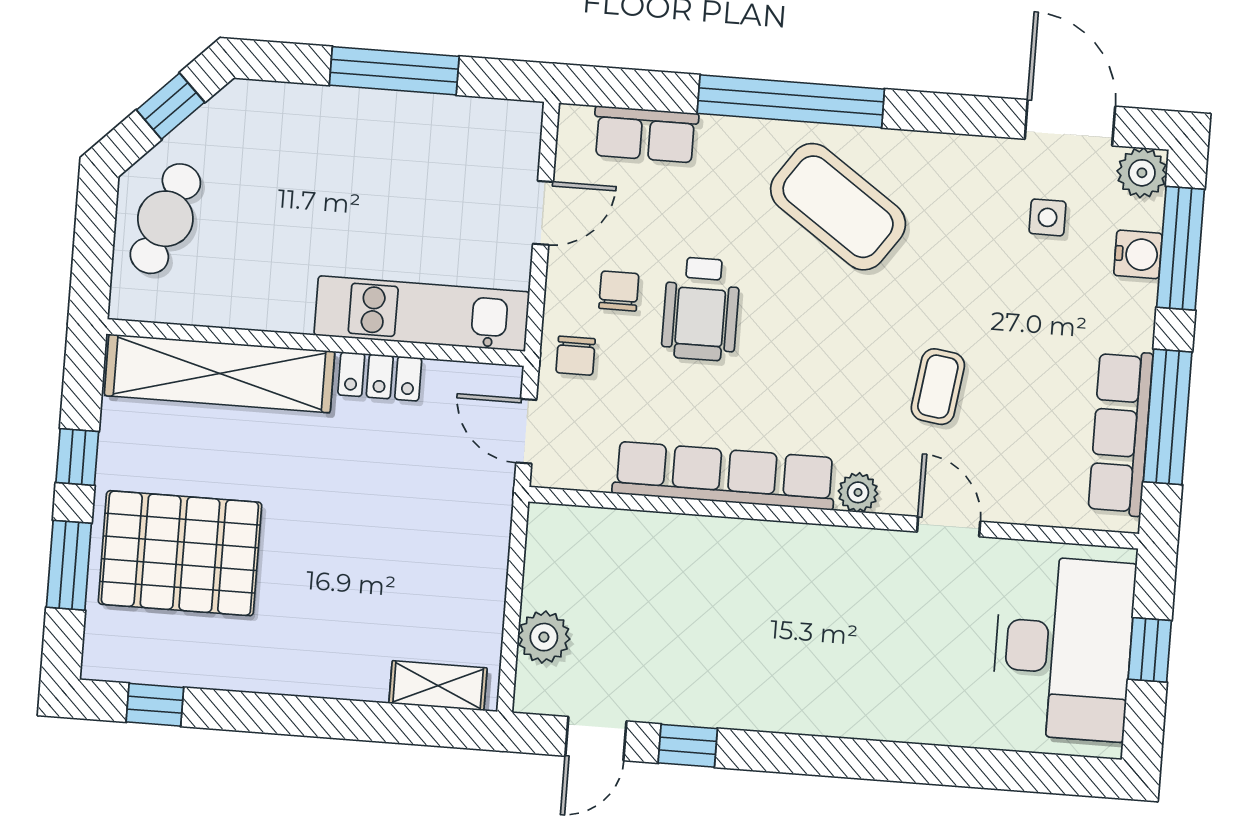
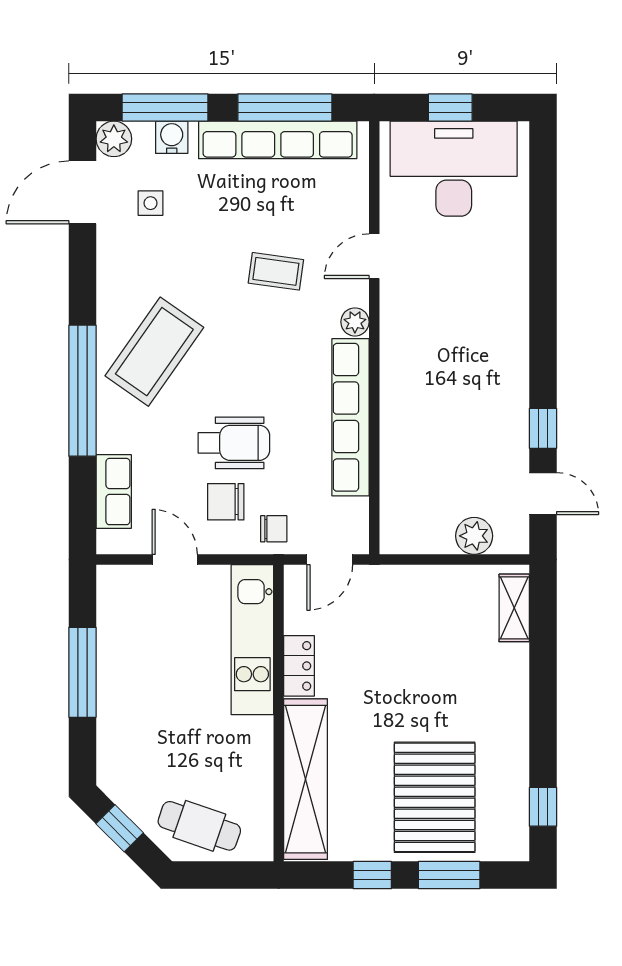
chair: (619, 291) -> (226, 502), width x1.37, depth x1.37
row of seats: (1120, 433) -> (278, 140), width x1.36

